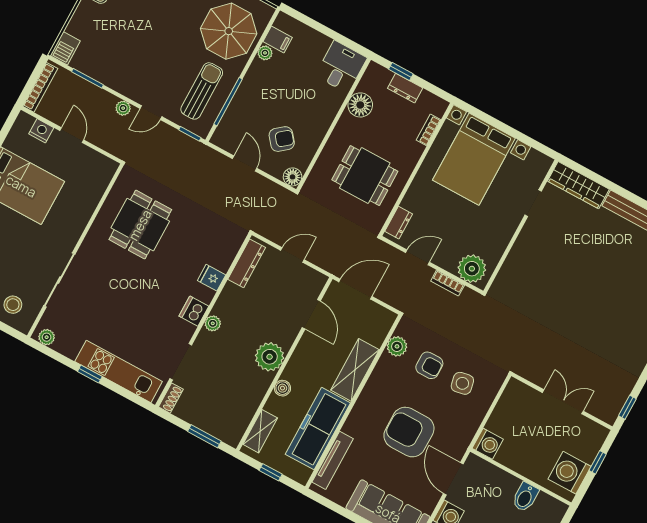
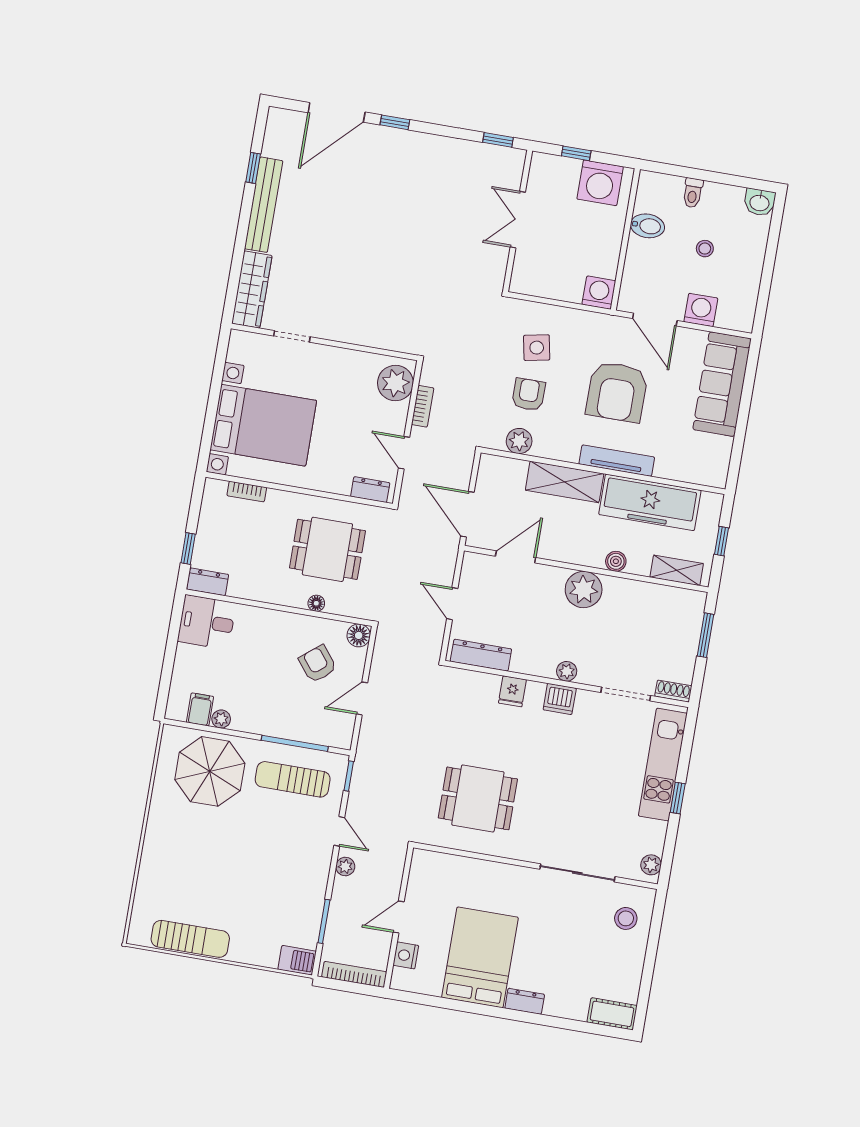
dresser: (405, 88) -> (208, 582), moved, turned -90
floor lamp: (360, 105) -> (316, 603), moved, width x0.53, depth x0.53
dining table: (365, 176) -> (327, 549), turned 90
tv unit: (333, 460) -> (617, 461), moved
door: (453, 479) -> (655, 320), hinge flipped

